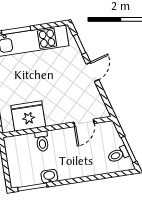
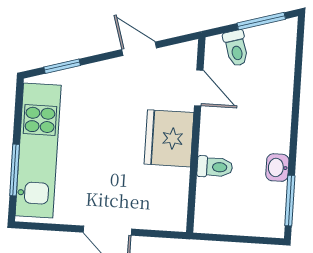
door: (92, 72) -> (139, 49), moved
fridge: (28, 116) -> (169, 138), moved
toilet: (118, 155) -> (236, 48), moved

